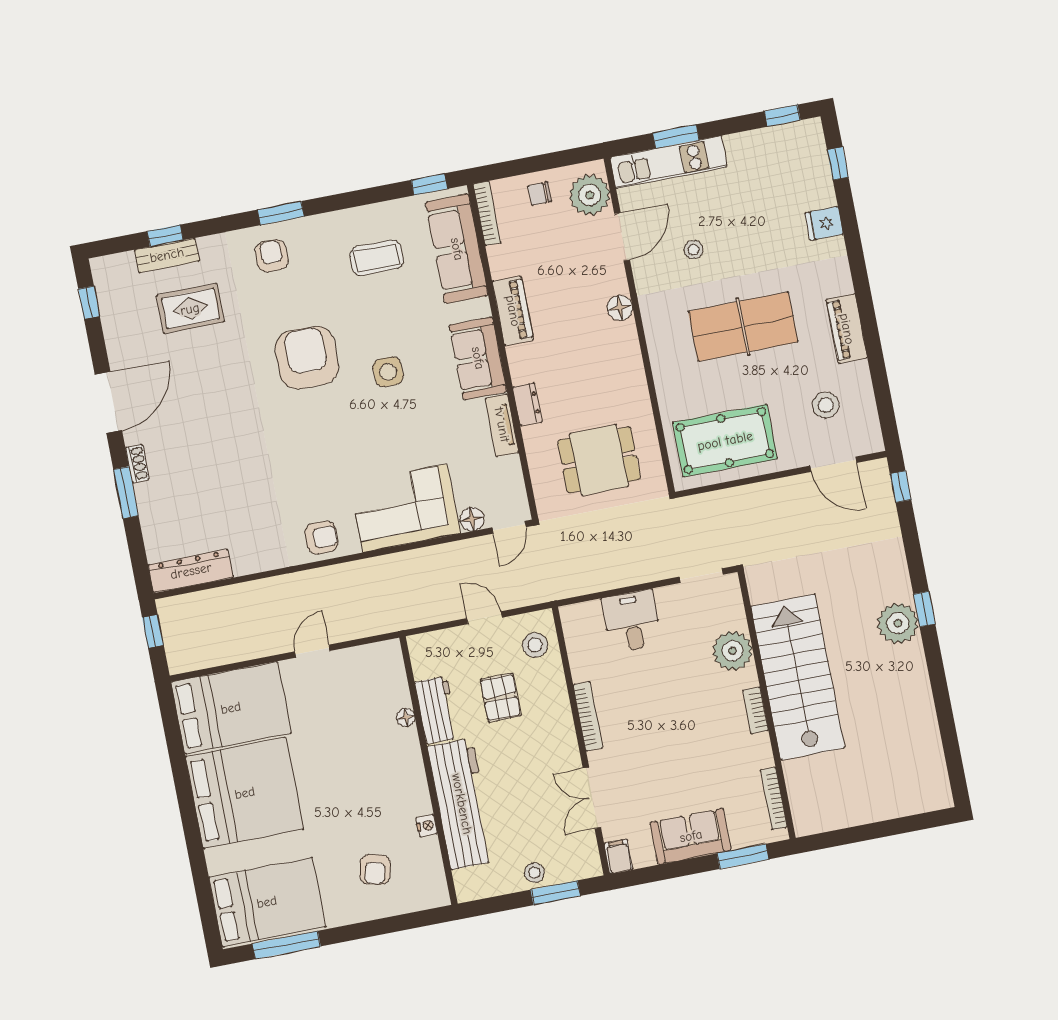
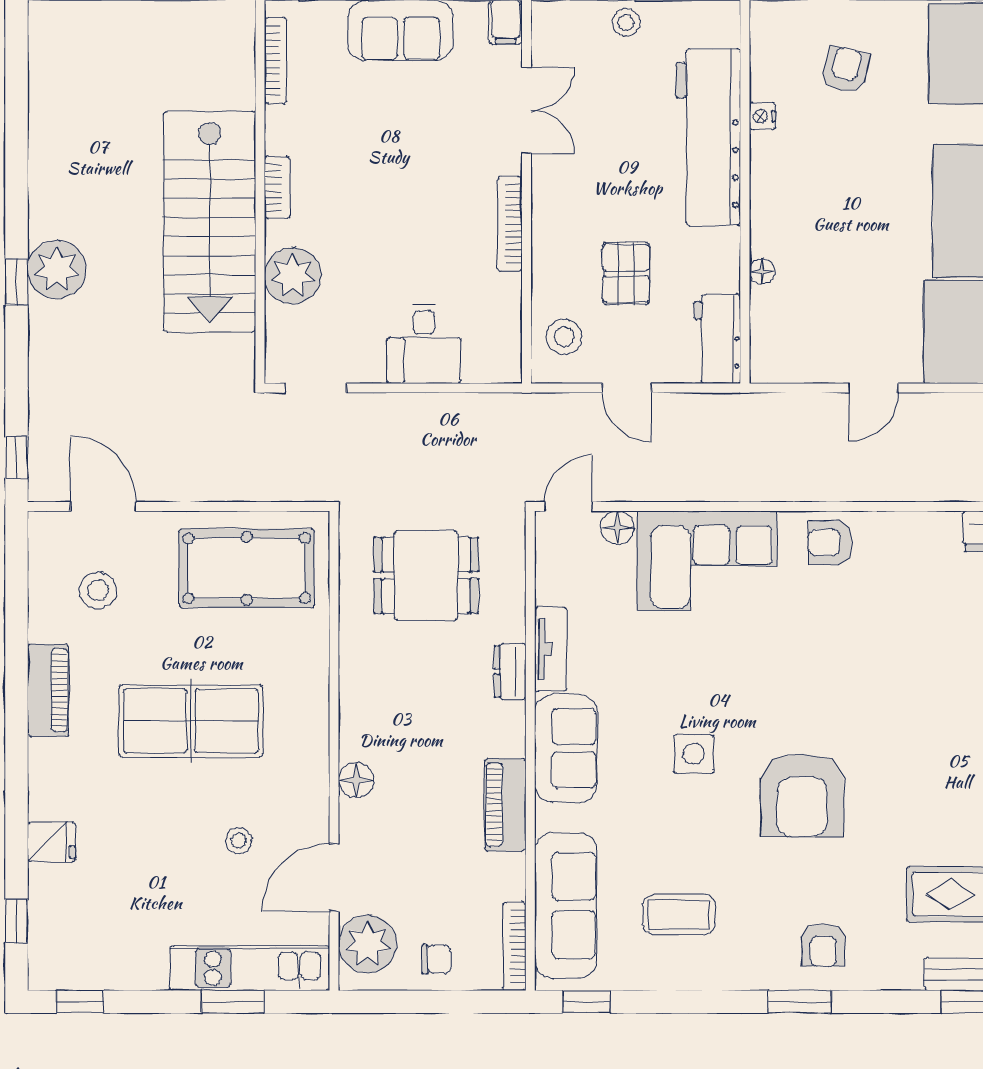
workbench: (437, 710) -> (717, 339), moved

